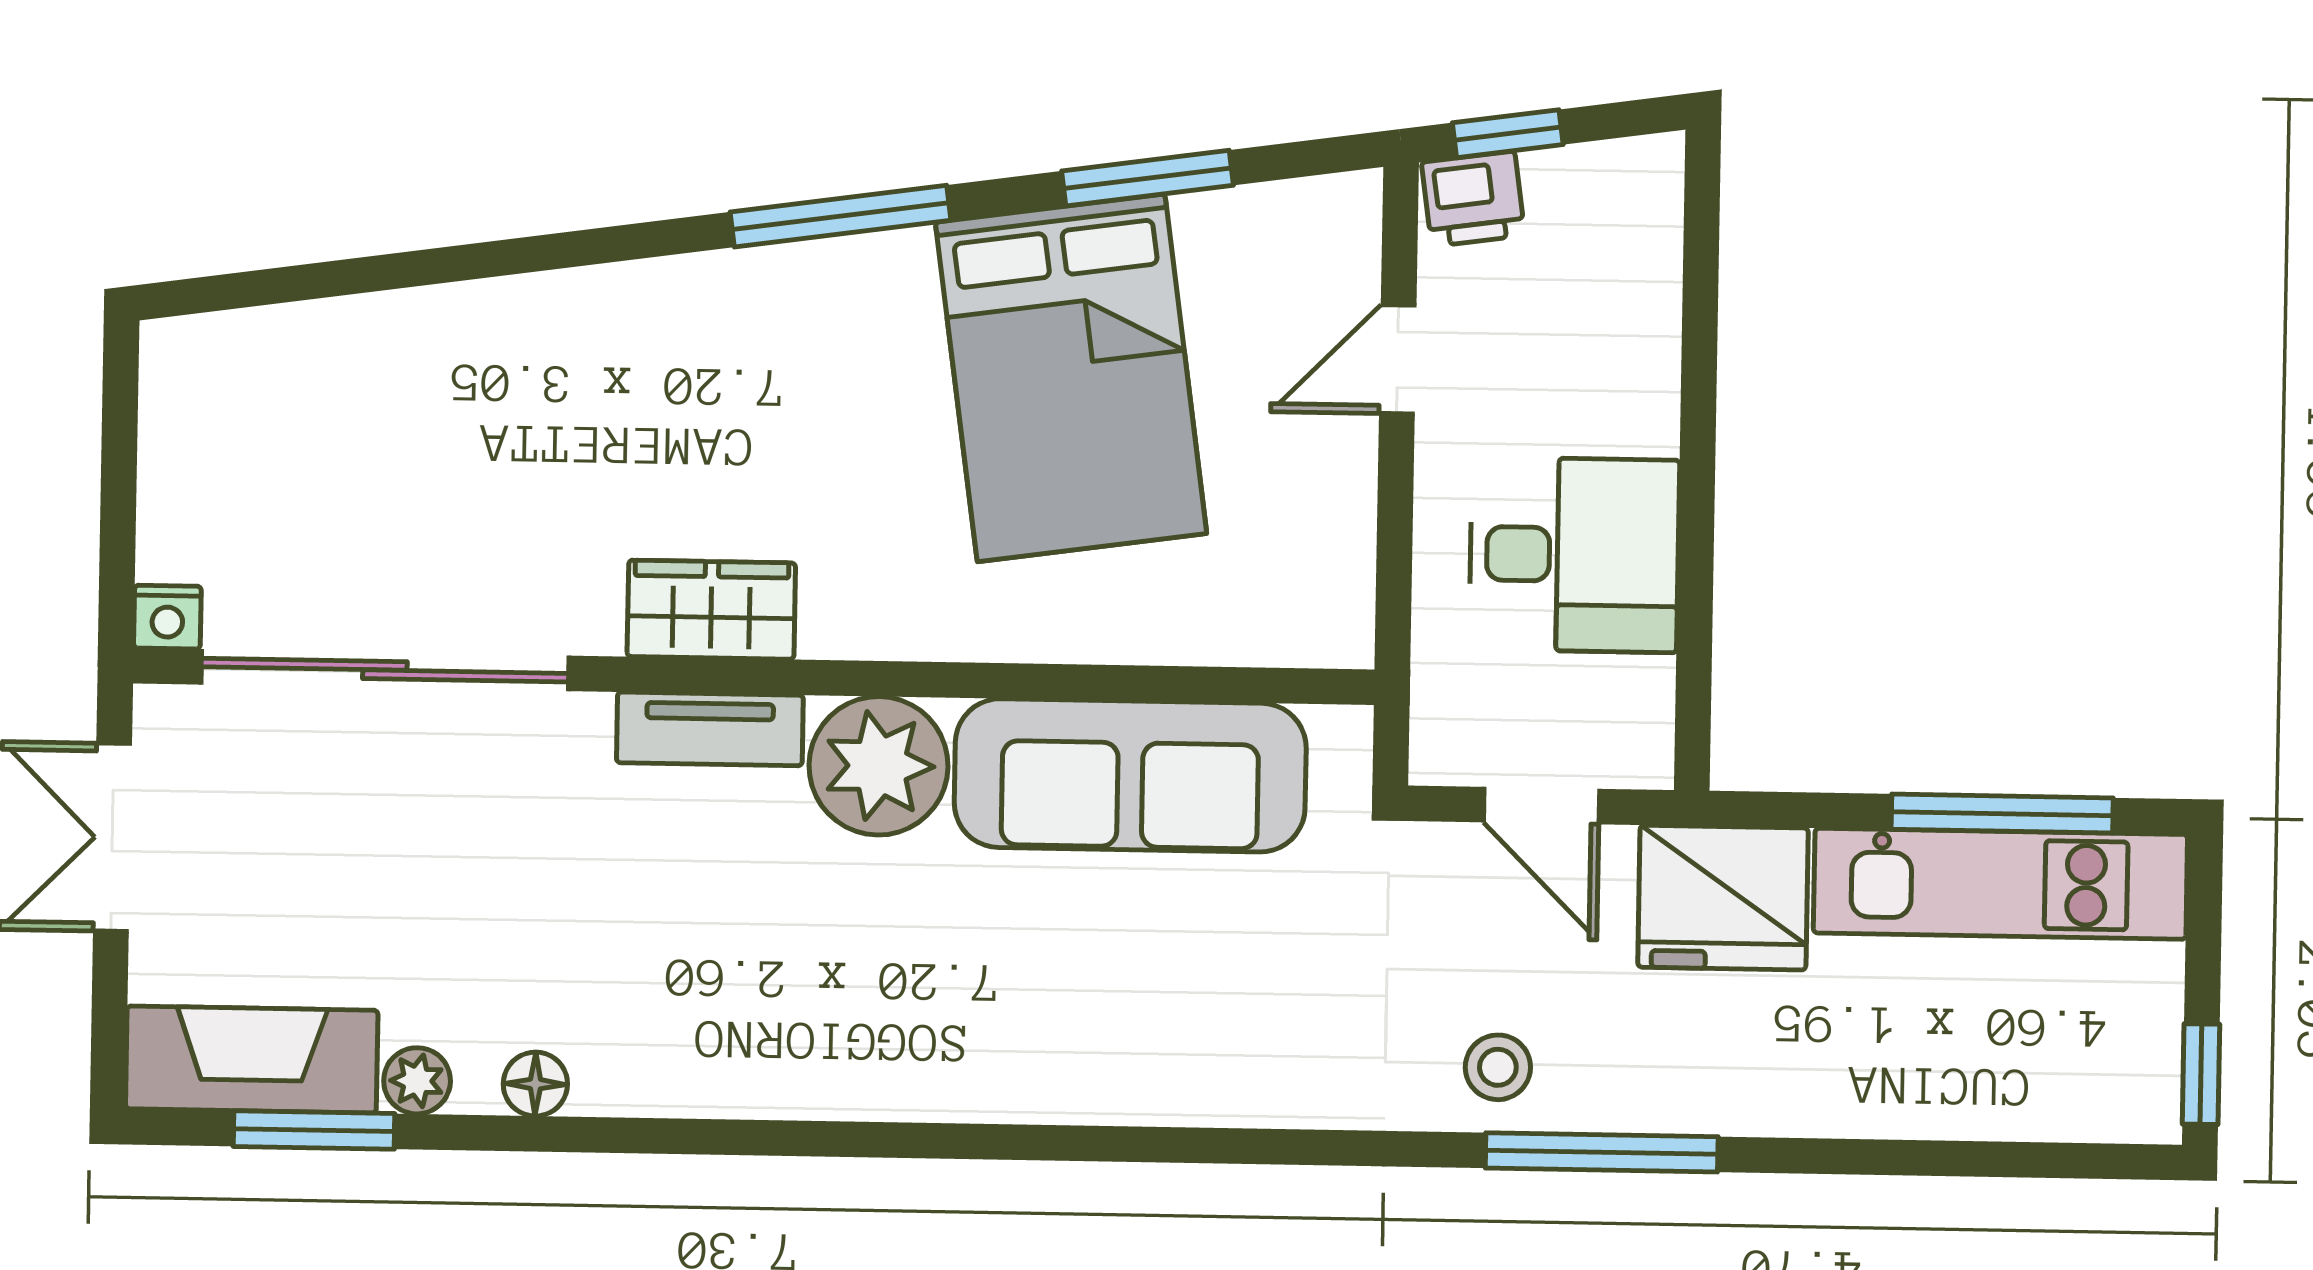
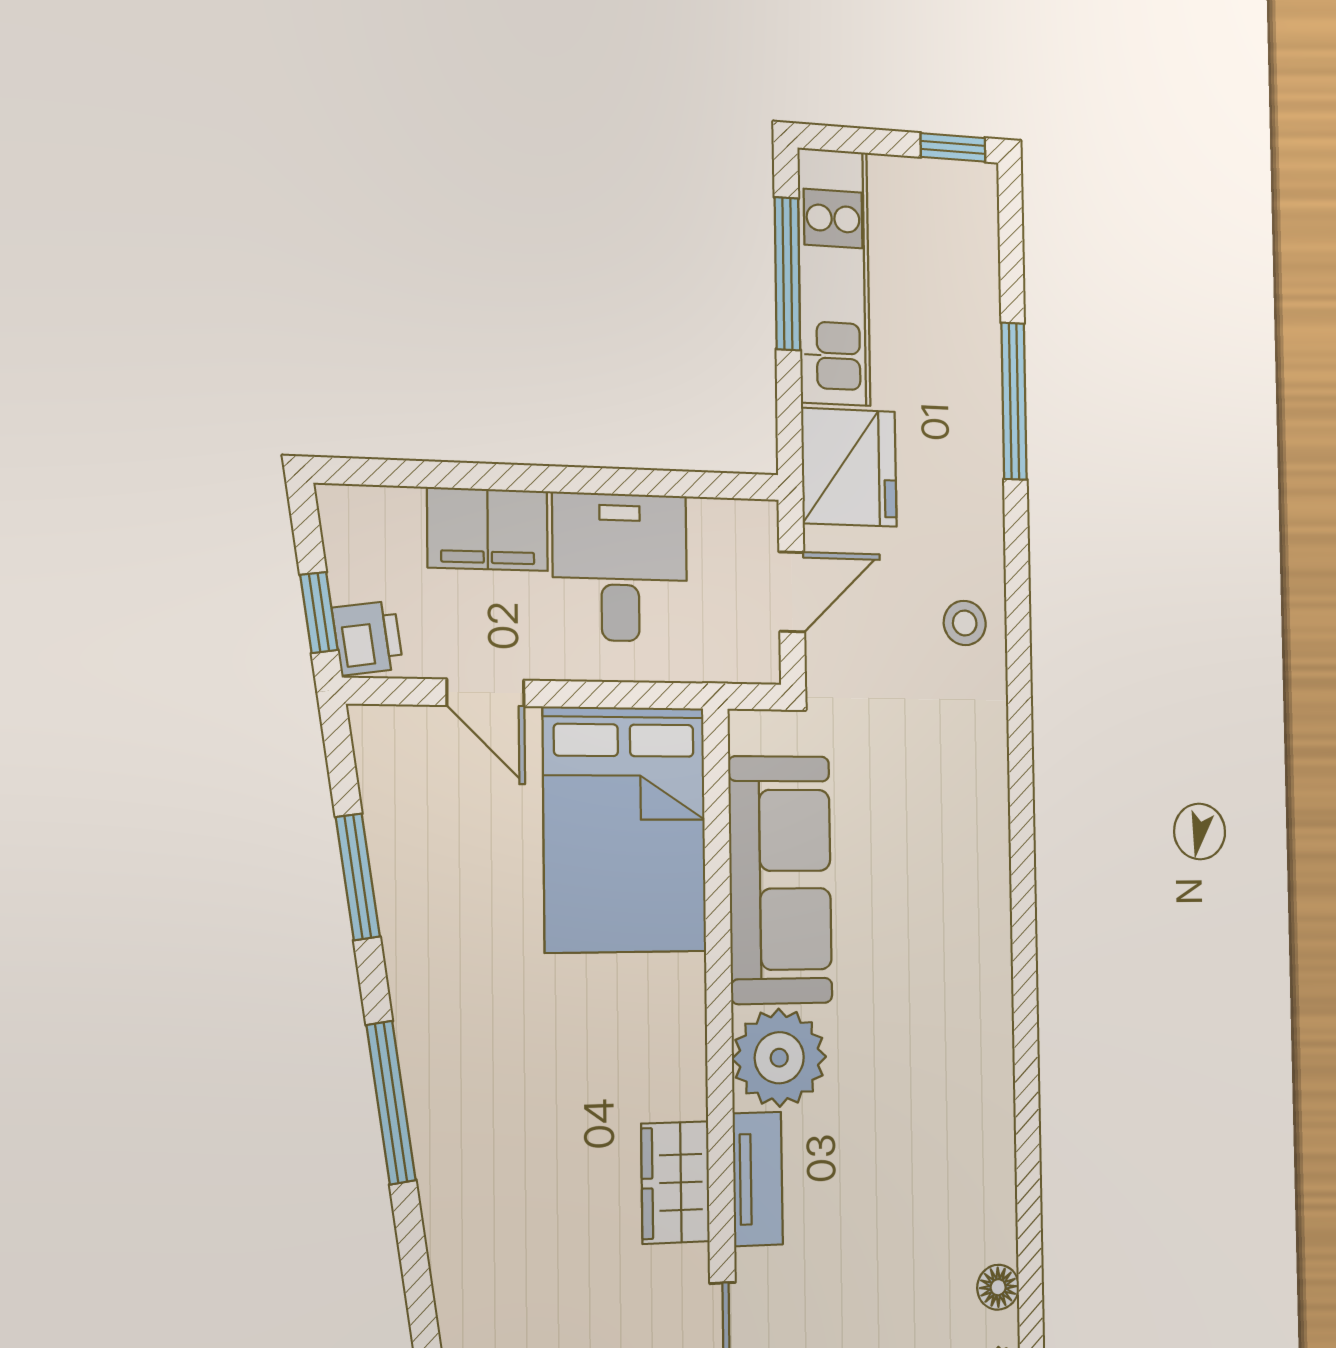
filing cabinet: (1625, 368) -> (488, 529), added
bed: (1071, 378) -> (625, 829), moved, turned 98
window: (1602, 1152) -> (1014, 401), moved

